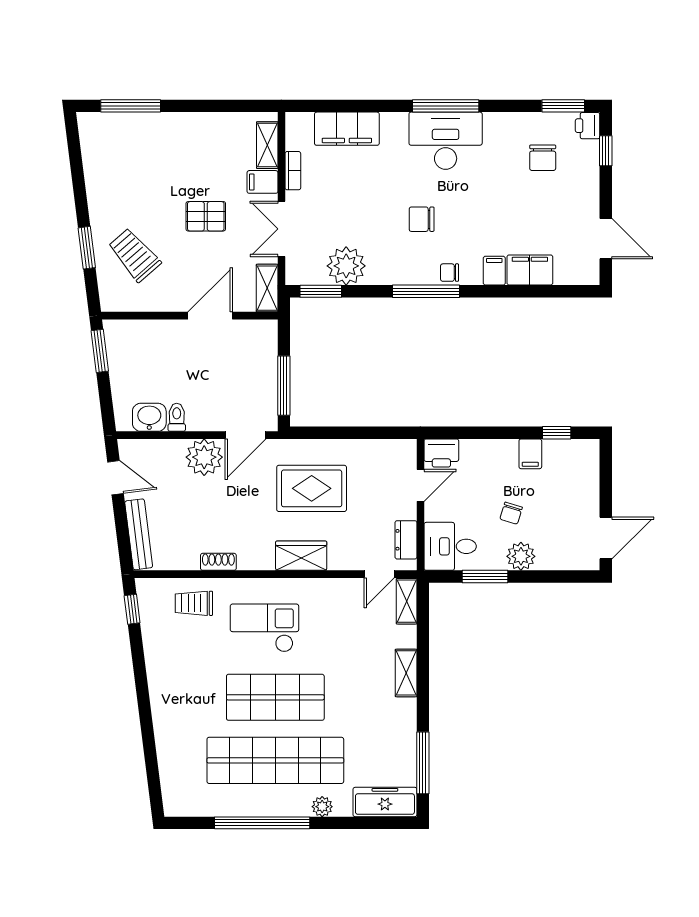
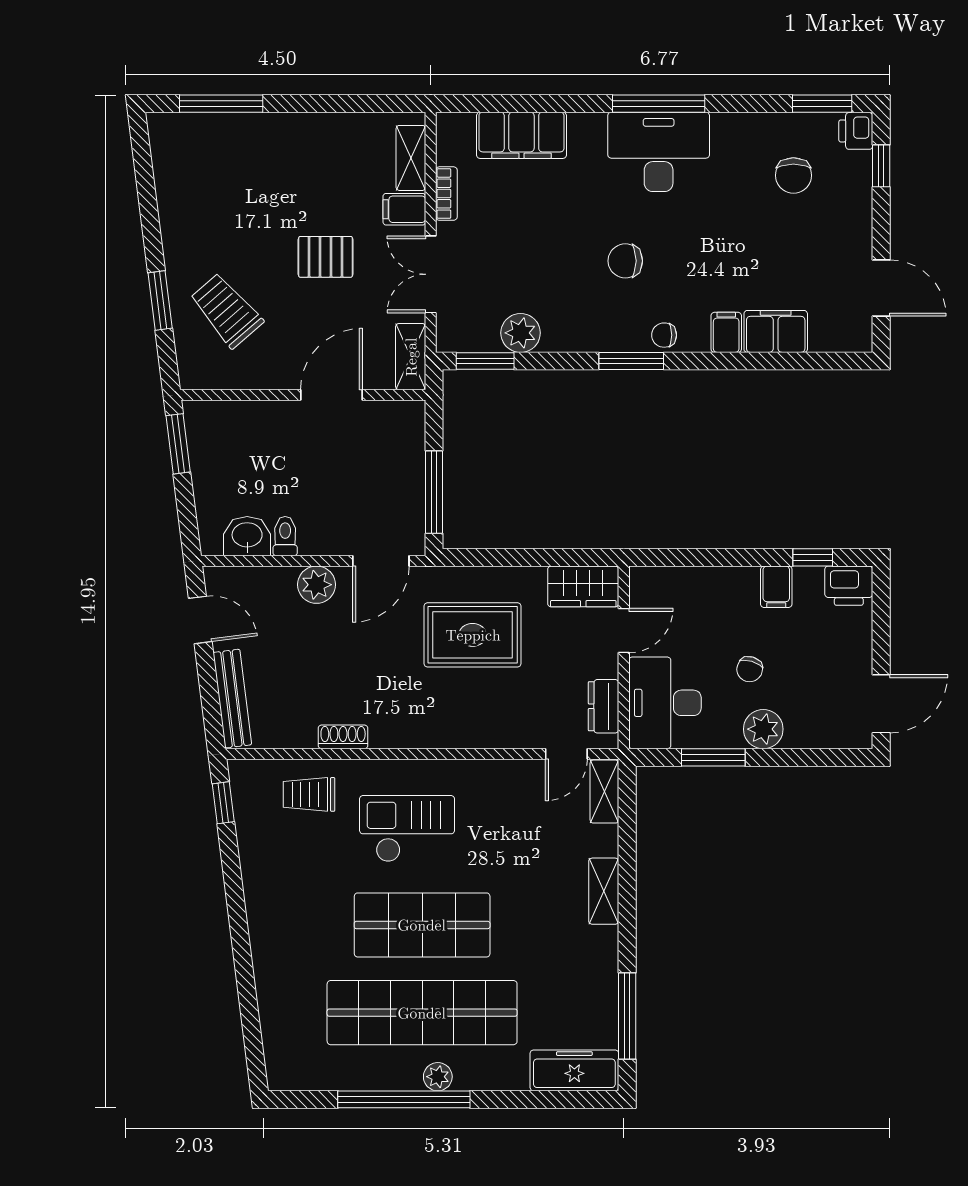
plant: (346, 266) -> (521, 333), width x0.73, depth x0.73
window: (426, 291) -> (631, 361), width x0.69
printer: (441, 453) -> (849, 586), moved
plant: (204, 457) -> (317, 585), width x0.73, depth x0.73
desk: (450, 546) -> (665, 703), width x1.37
wardrobe: (301, 556) -> (583, 586), moved, turned 180
plant: (322, 807) -> (438, 1077), moved

